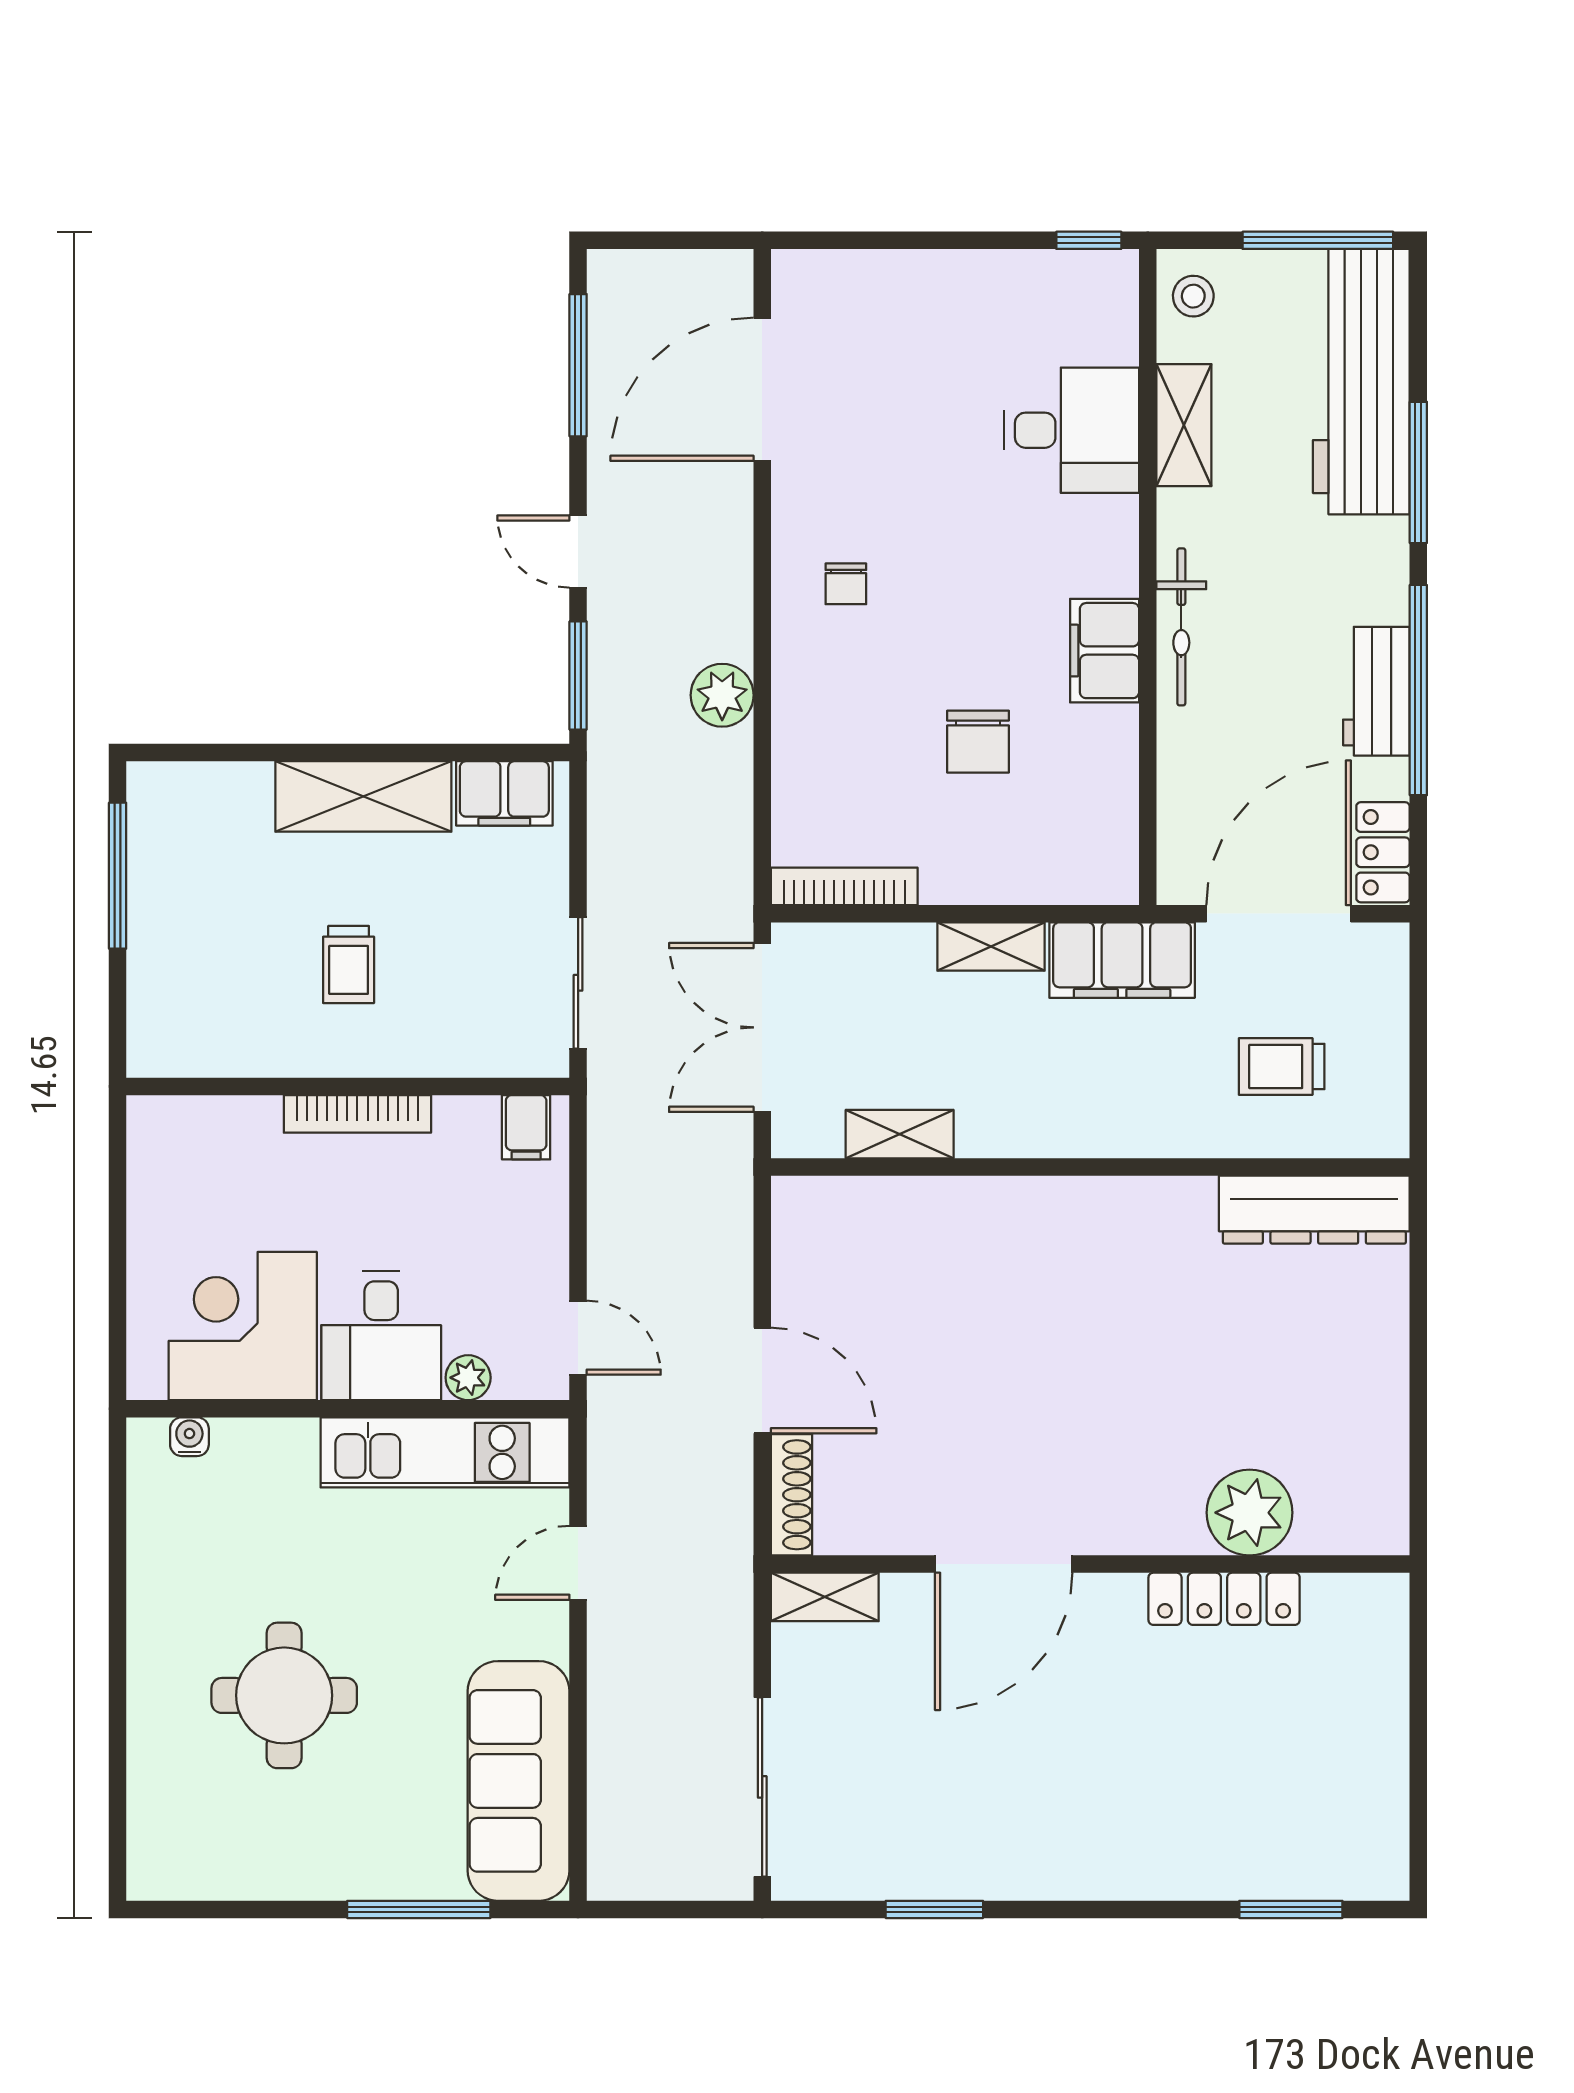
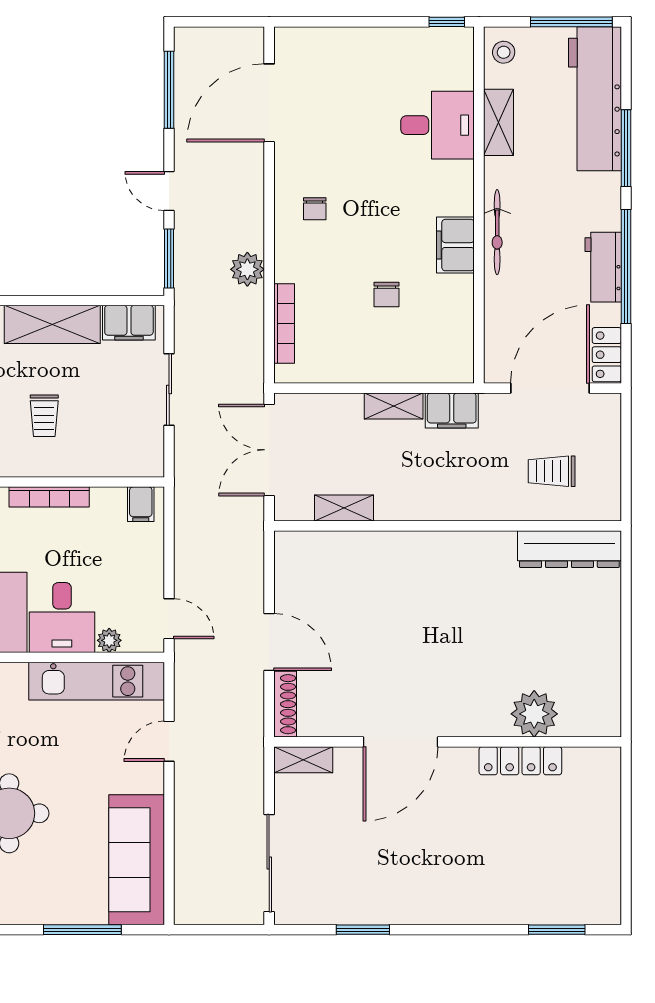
chair: (978, 742) -> (387, 295), width x0.73, depth x0.73
bookcase: (844, 886) -> (284, 323), moved, turned 90
filing cabinet: (1122, 960) -> (452, 410), width x0.67, depth x0.86
sliding door: (578, 983) -> (169, 390), moved

